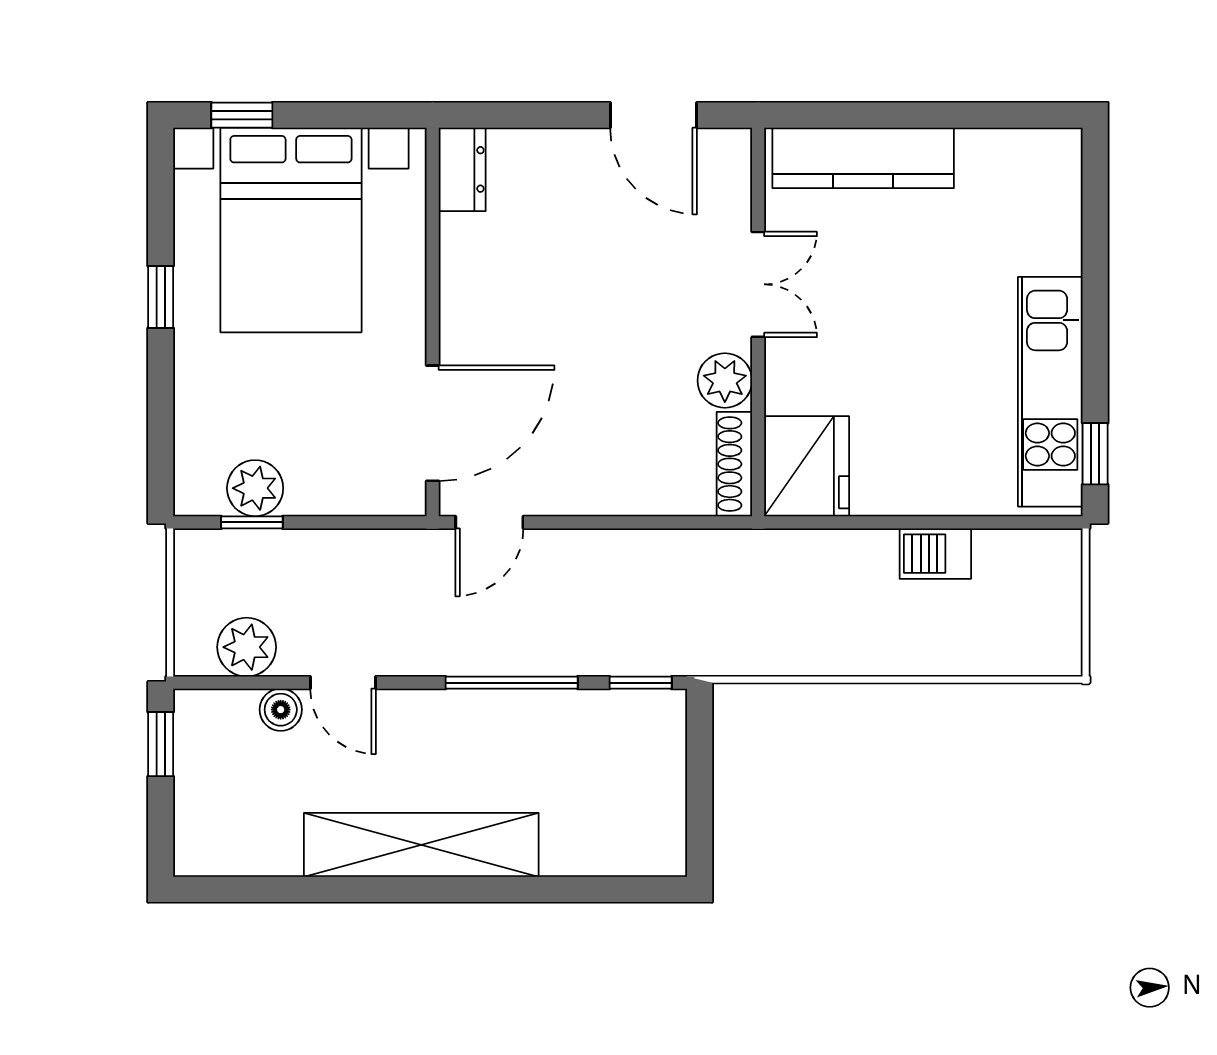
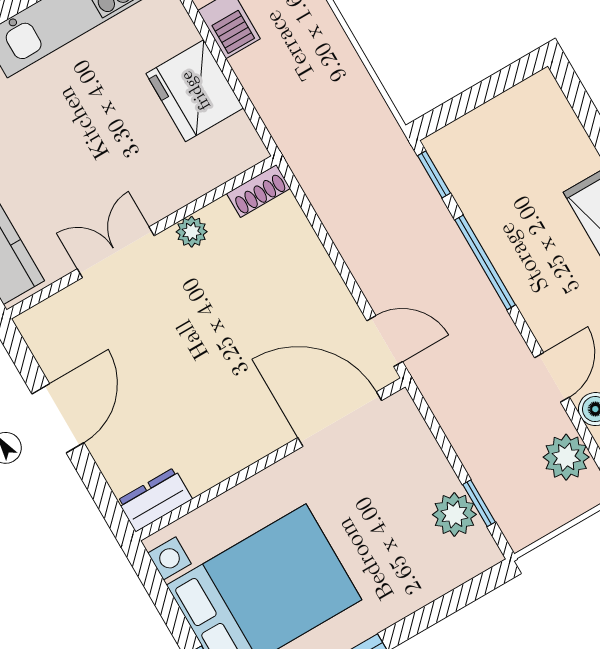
door: (654, 115) -> (58, 418), moved
plant: (725, 381) -> (192, 232), width x0.73, depth x0.73
shoe rack: (734, 464) -> (258, 191), width x0.70
fridge: (807, 466) -> (195, 91), moved, turned -90

